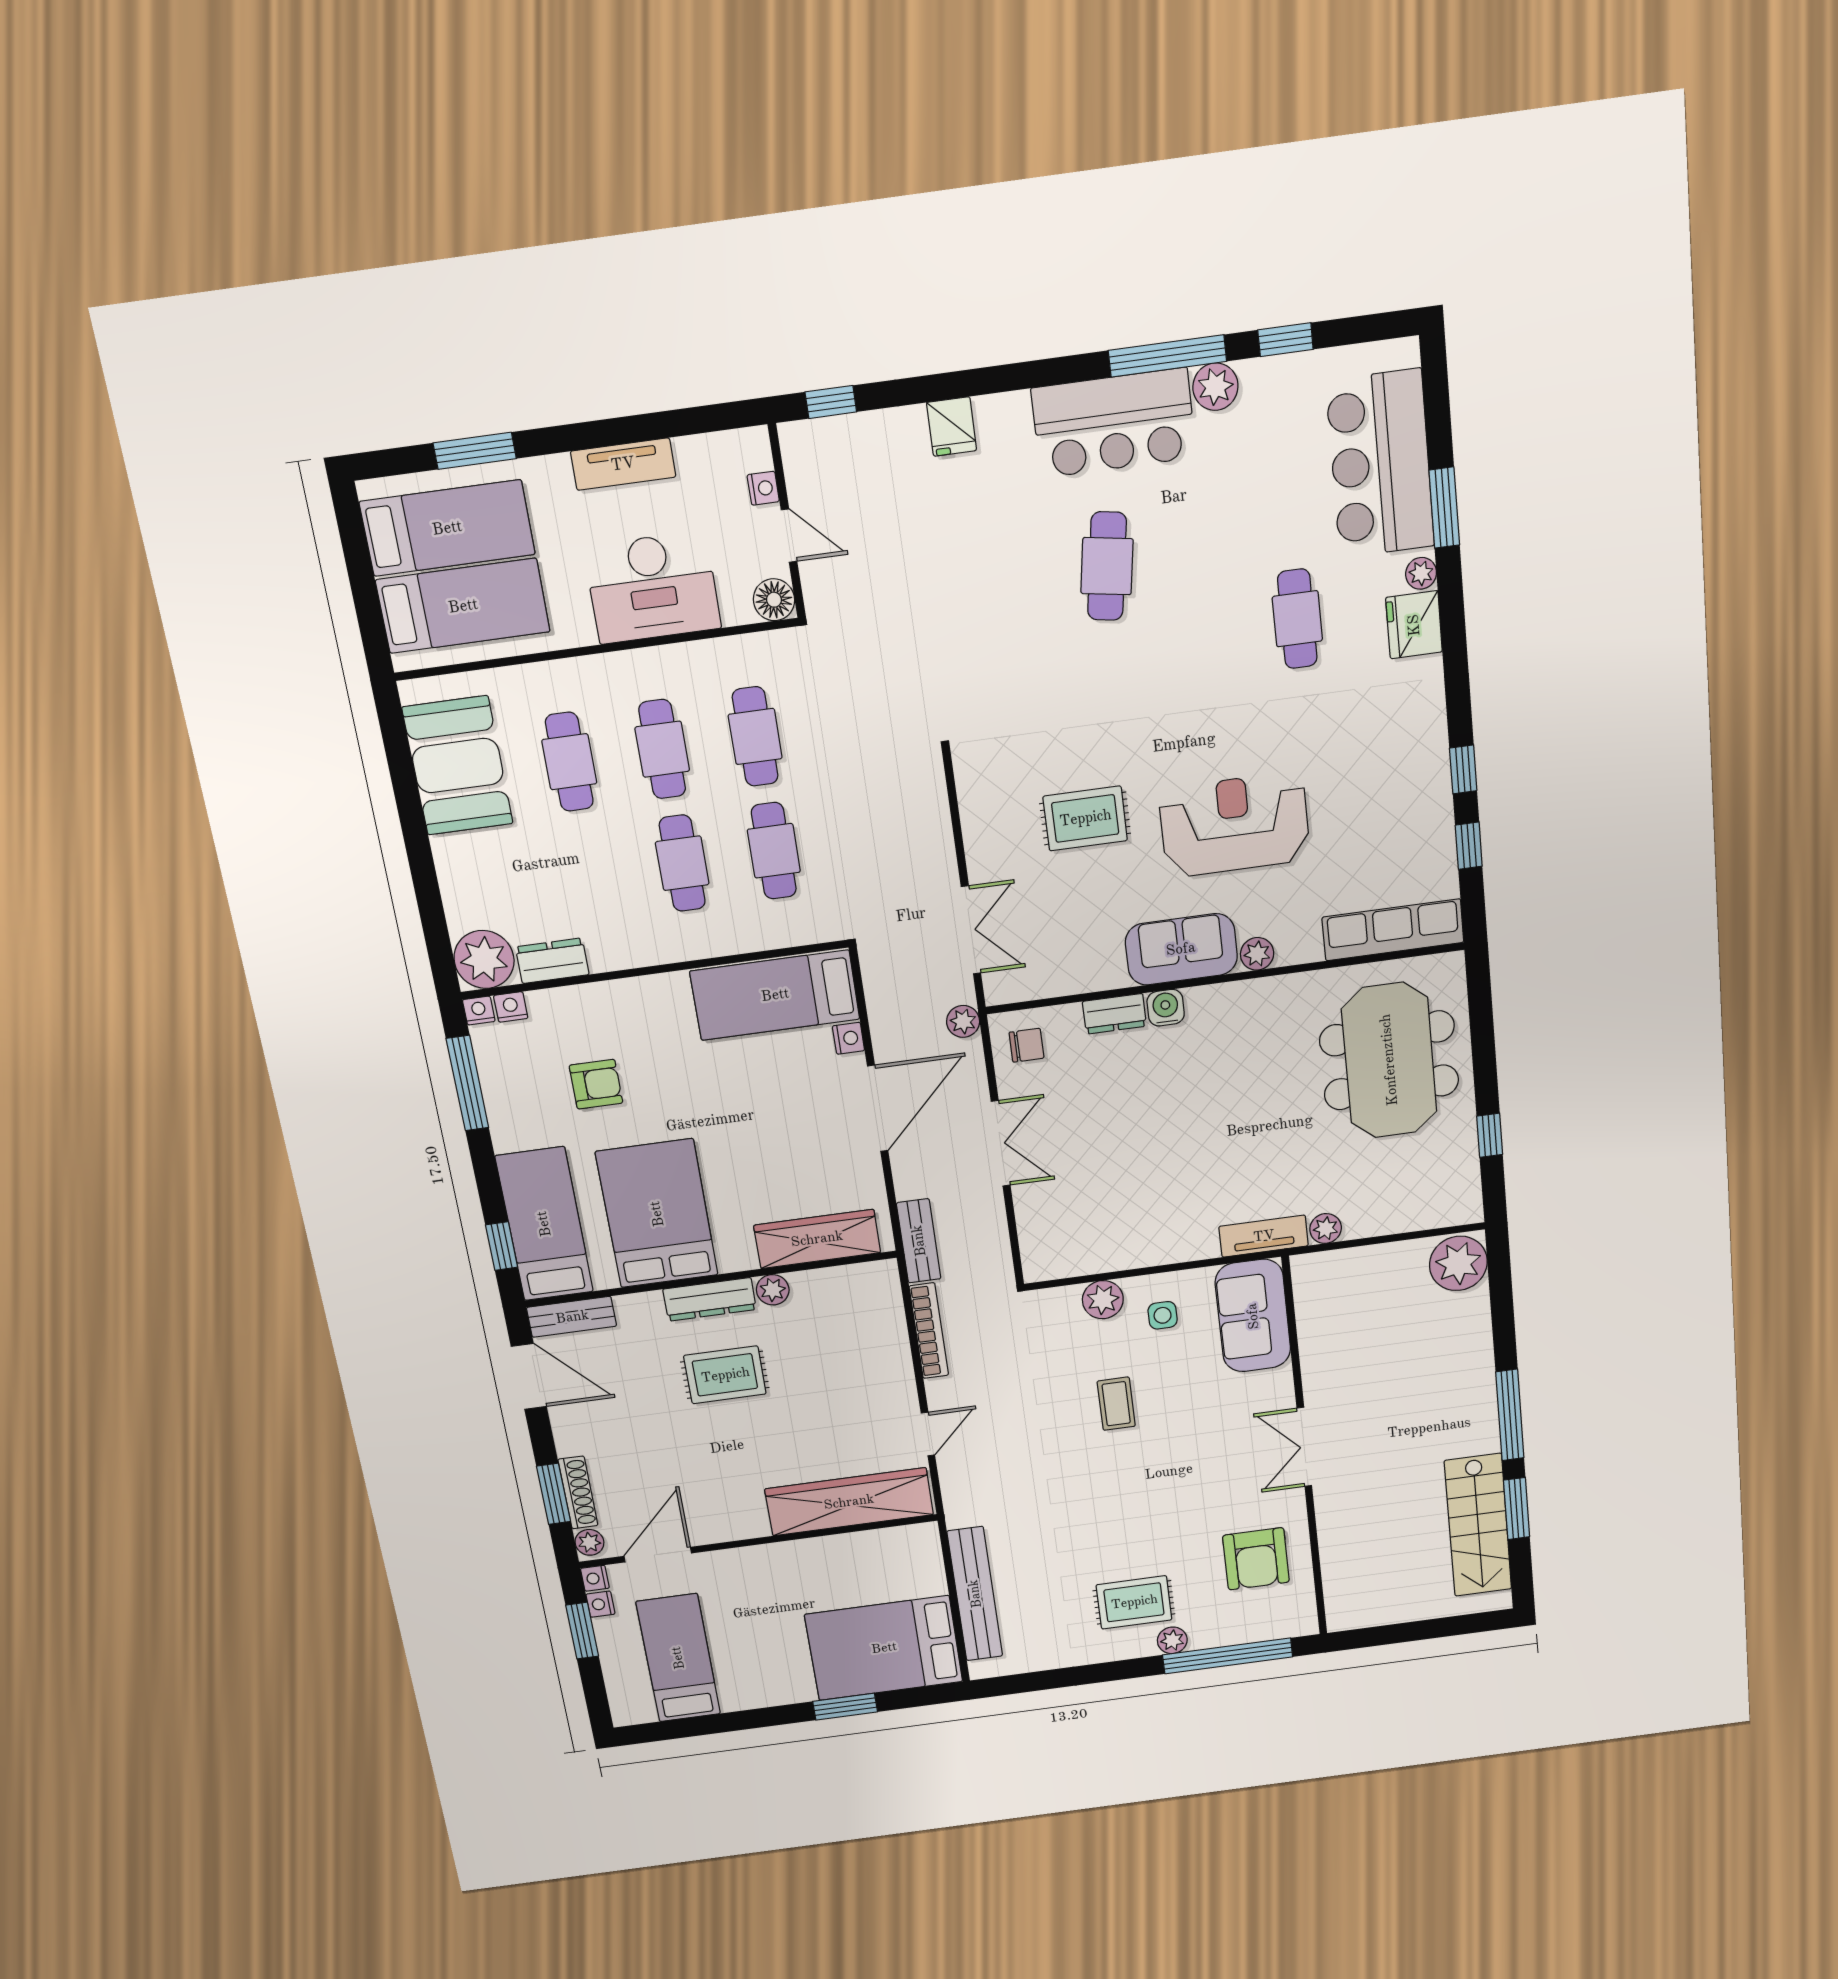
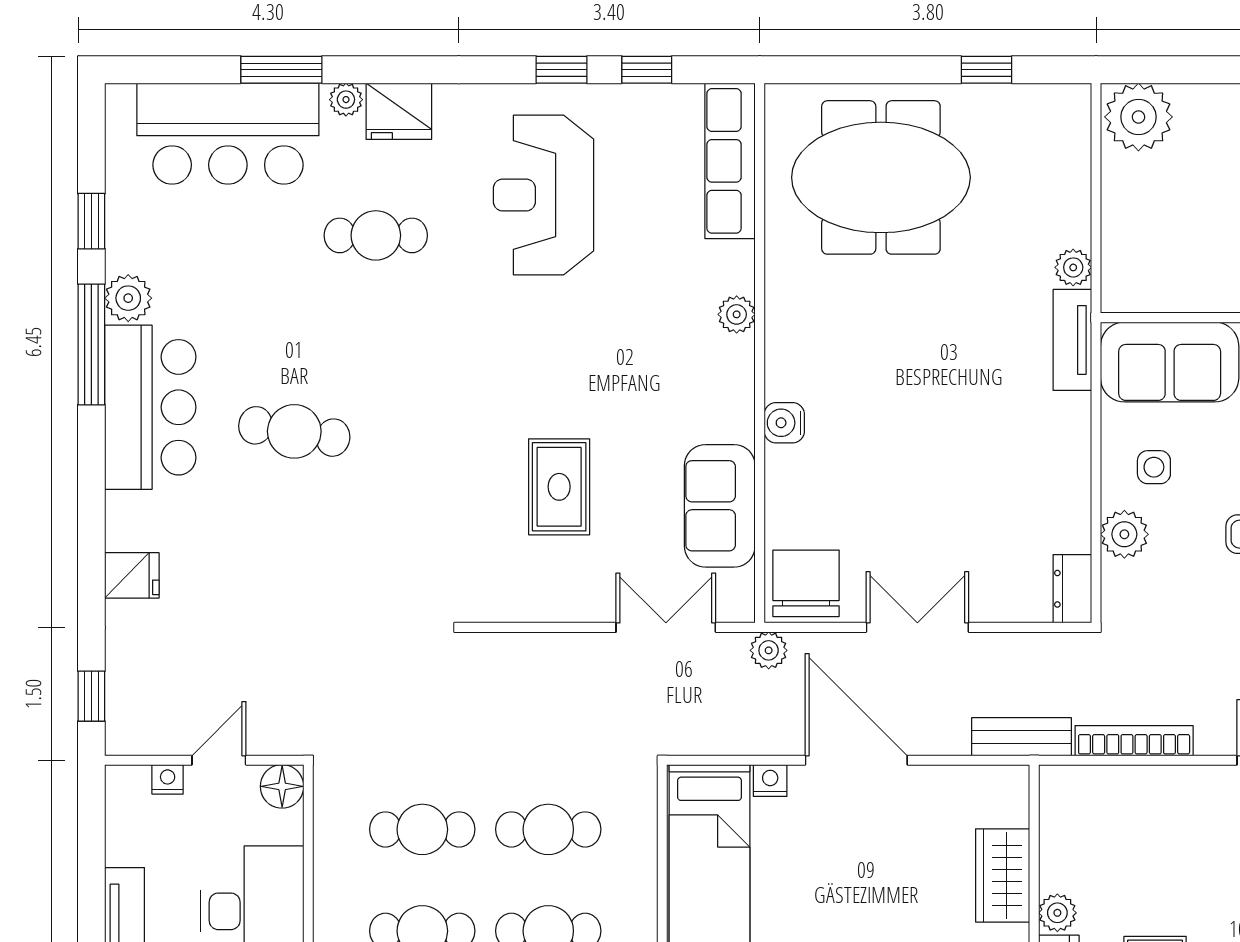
reception desk: (1235, 825) -> (544, 195), moved
sofa: (1181, 949) -> (720, 506), moved
dresser: (1114, 1014) -> (1072, 589), moved, turned 180
chair: (1027, 1045) -> (806, 583), width x1.87, depth x1.87
wardrobe: (817, 1239) -> (1003, 875), width x0.67

